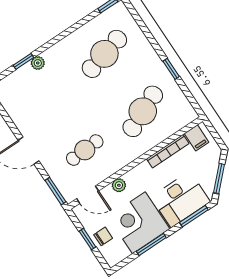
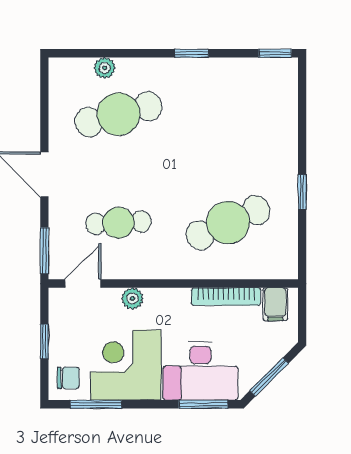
cafe table: (104, 54) -> (118, 114), moved
window: (23, 61) -> (192, 53), moved
plant: (38, 63) -> (105, 68), moved
door: (88, 195) -> (83, 284), swing flipped
chair: (103, 236) -> (68, 378), moved
window: (151, 244) -> (96, 404), moved

